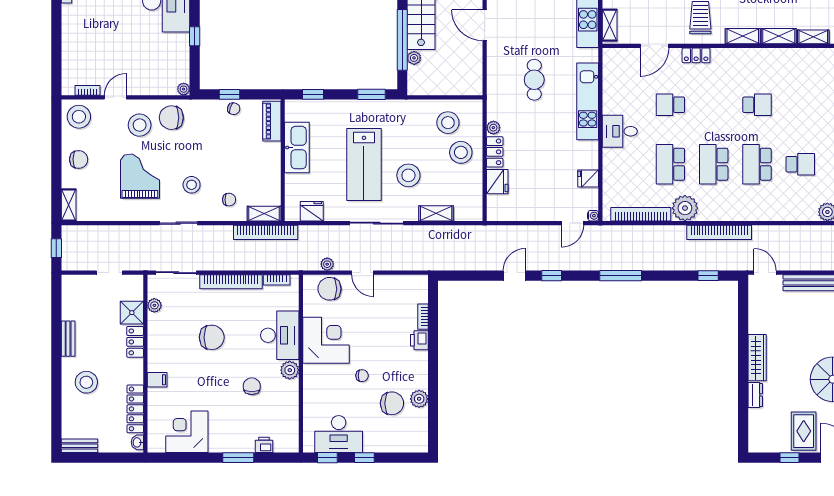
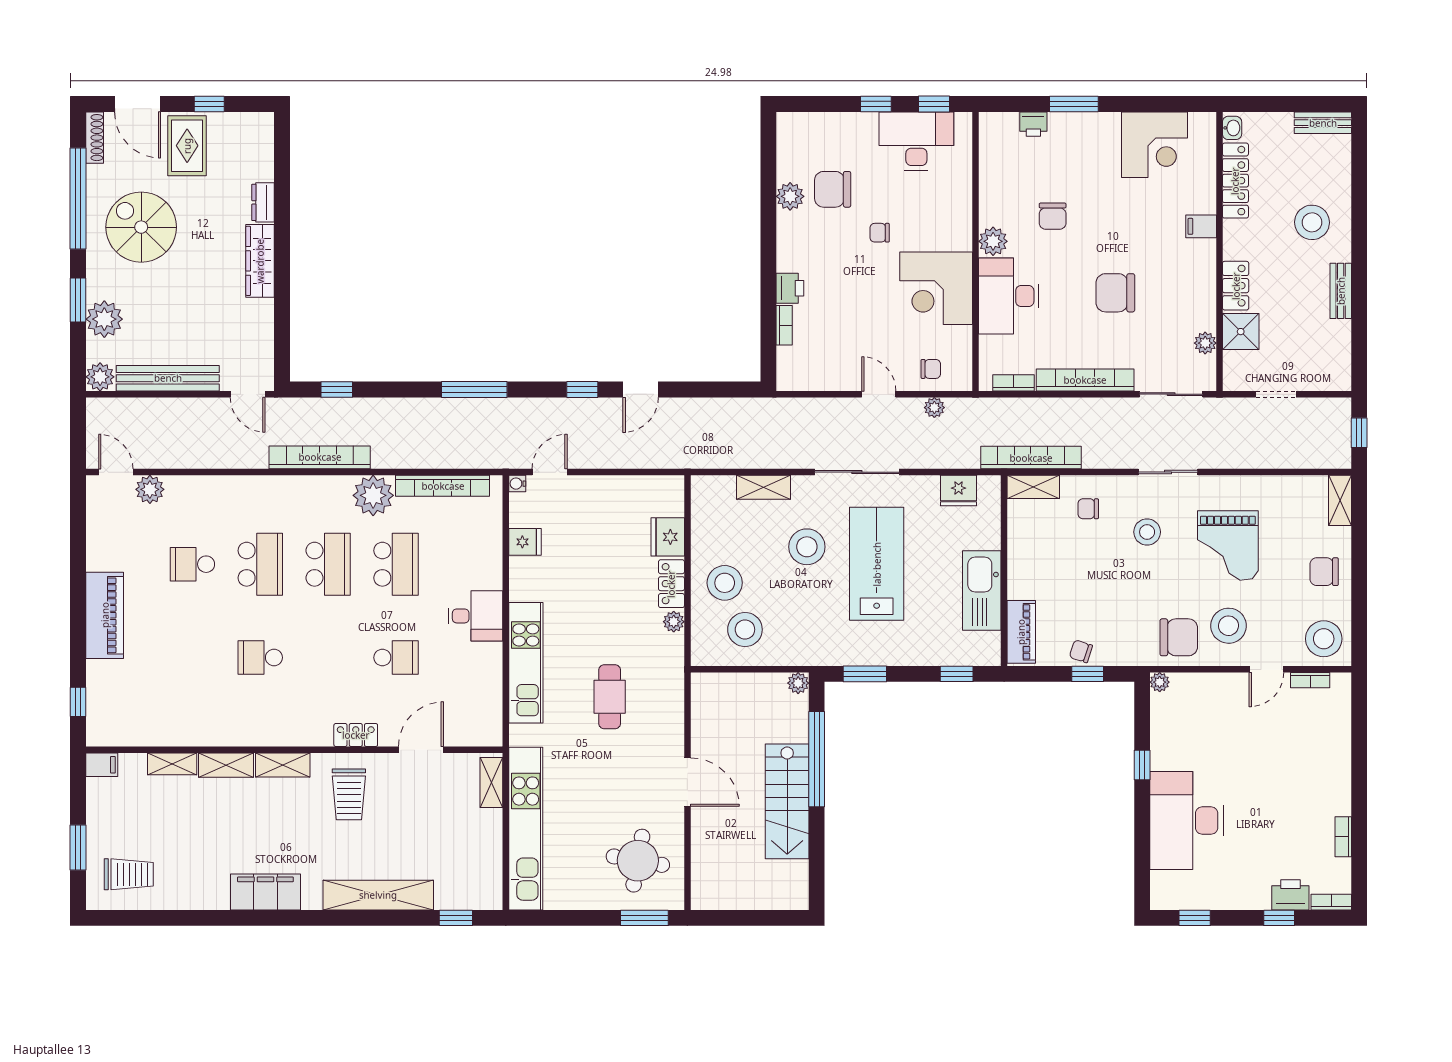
plant: (414, 58) -> (798, 683), moved
chair: (329, 289) -> (931, 369), width x0.54, depth x0.54

